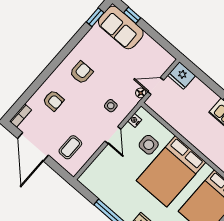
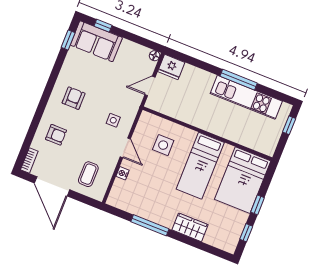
floor lamp: (141, 93) -> (155, 56), moved
nightstand: (135, 120) -> (123, 173), moved
bed: (171, 171) -> (200, 166), width x0.67

